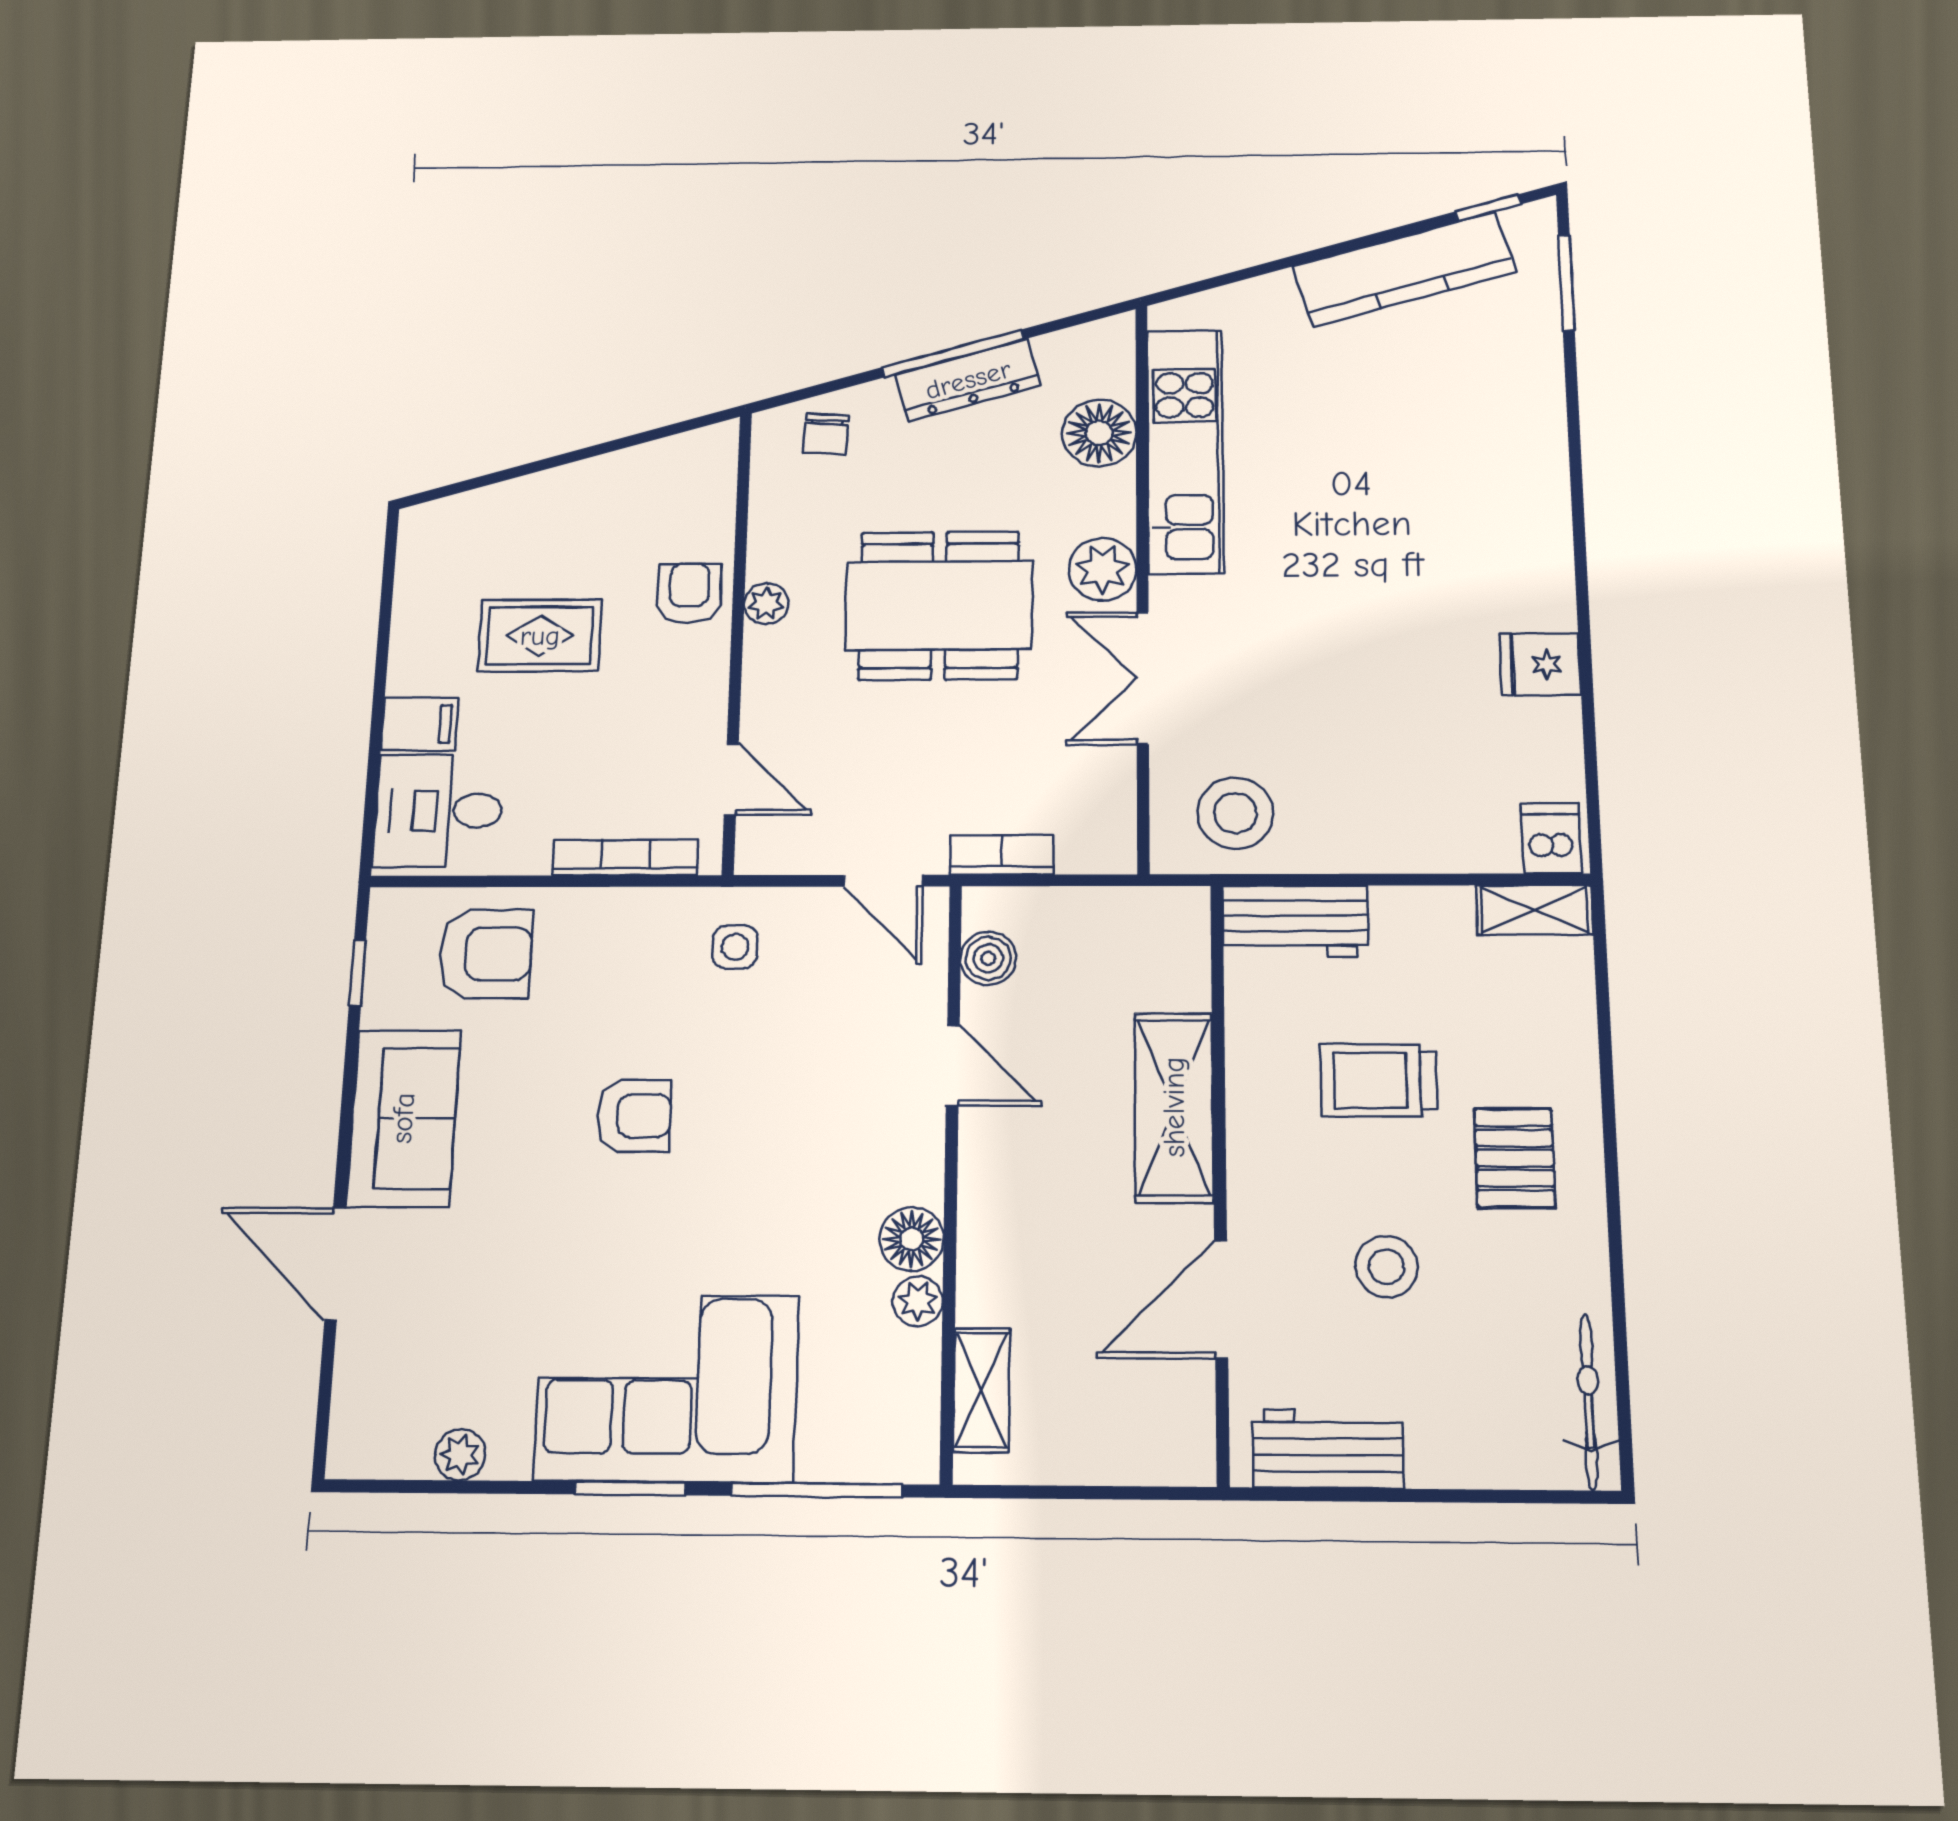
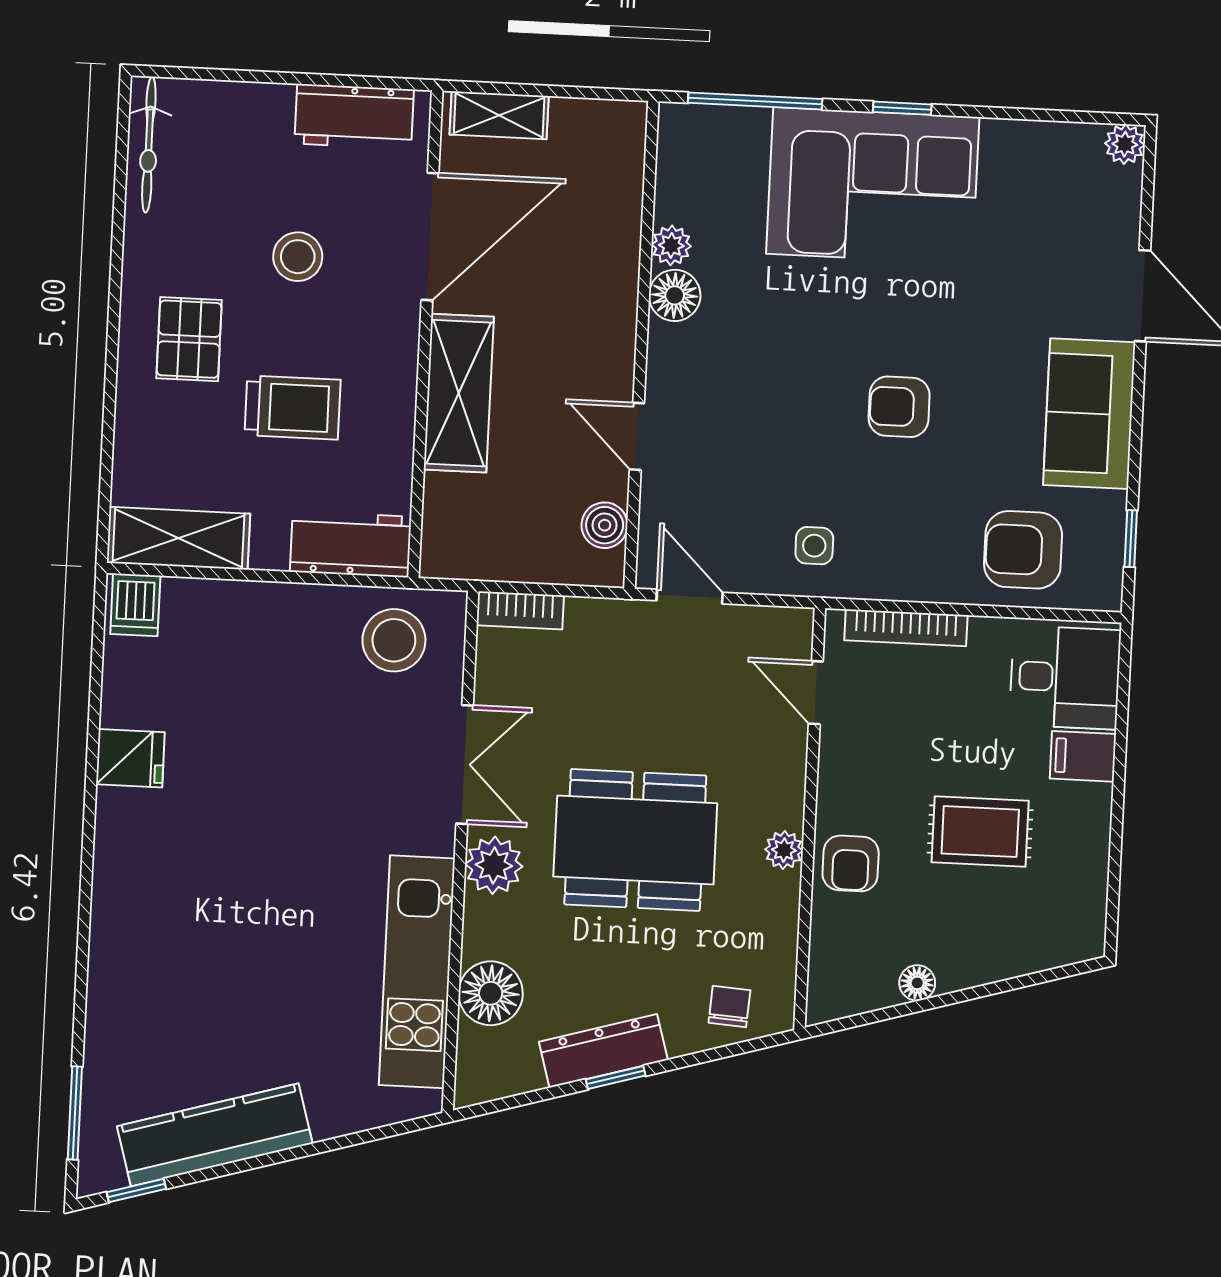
window: (953, 353) -> (616, 1077), width x0.46
floor lamp: (613, 470) -> (917, 983), added
bookcase: (1002, 855) -> (520, 610), moved
shelving: (1534, 910) -> (178, 538), width x1.50, depth x1.33
door: (1221, 1299) -> (430, 237), width x1.36
shelving: (981, 1390) -> (499, 115), moved, turned 90
plant: (460, 1455) -> (1125, 144), moved
window: (630, 1488) -> (902, 108), width x0.67

